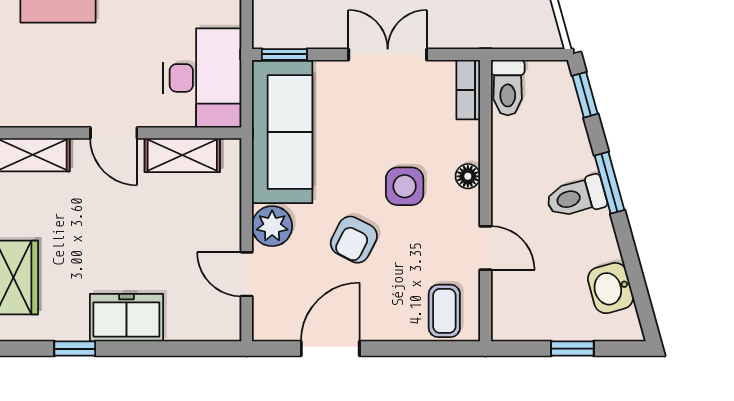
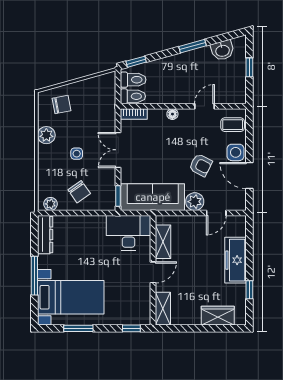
window: (609, 183) -> (192, 46), moved
side table: (405, 186) -> (236, 152), moved
toilet: (576, 197) -> (133, 80), moved, turned -75
freezer: (126, 318) -> (236, 260), width x1.40

